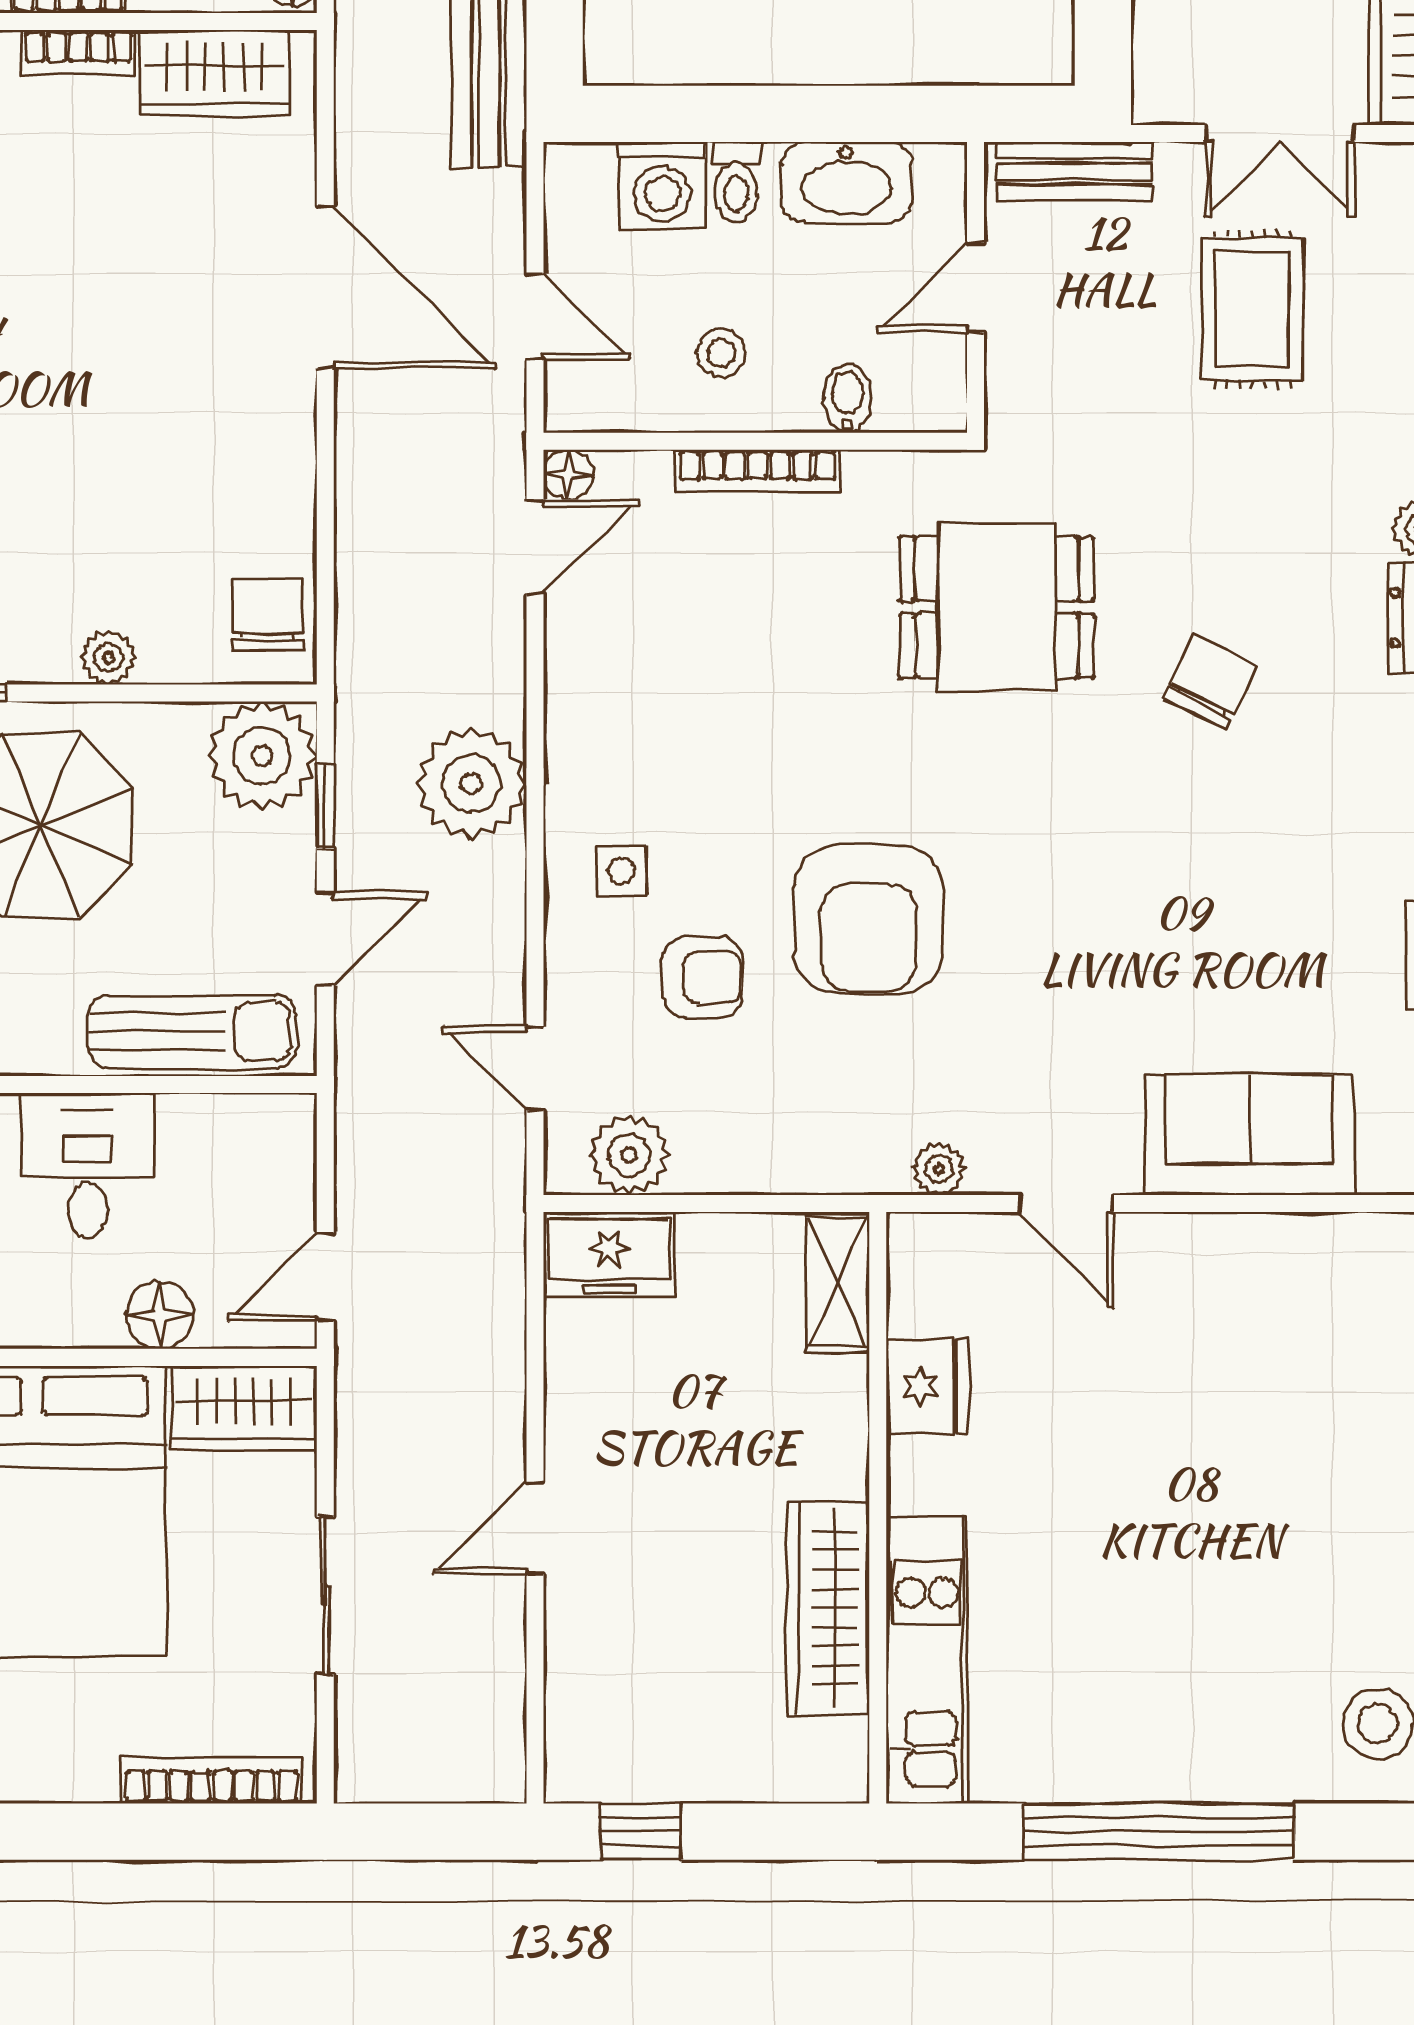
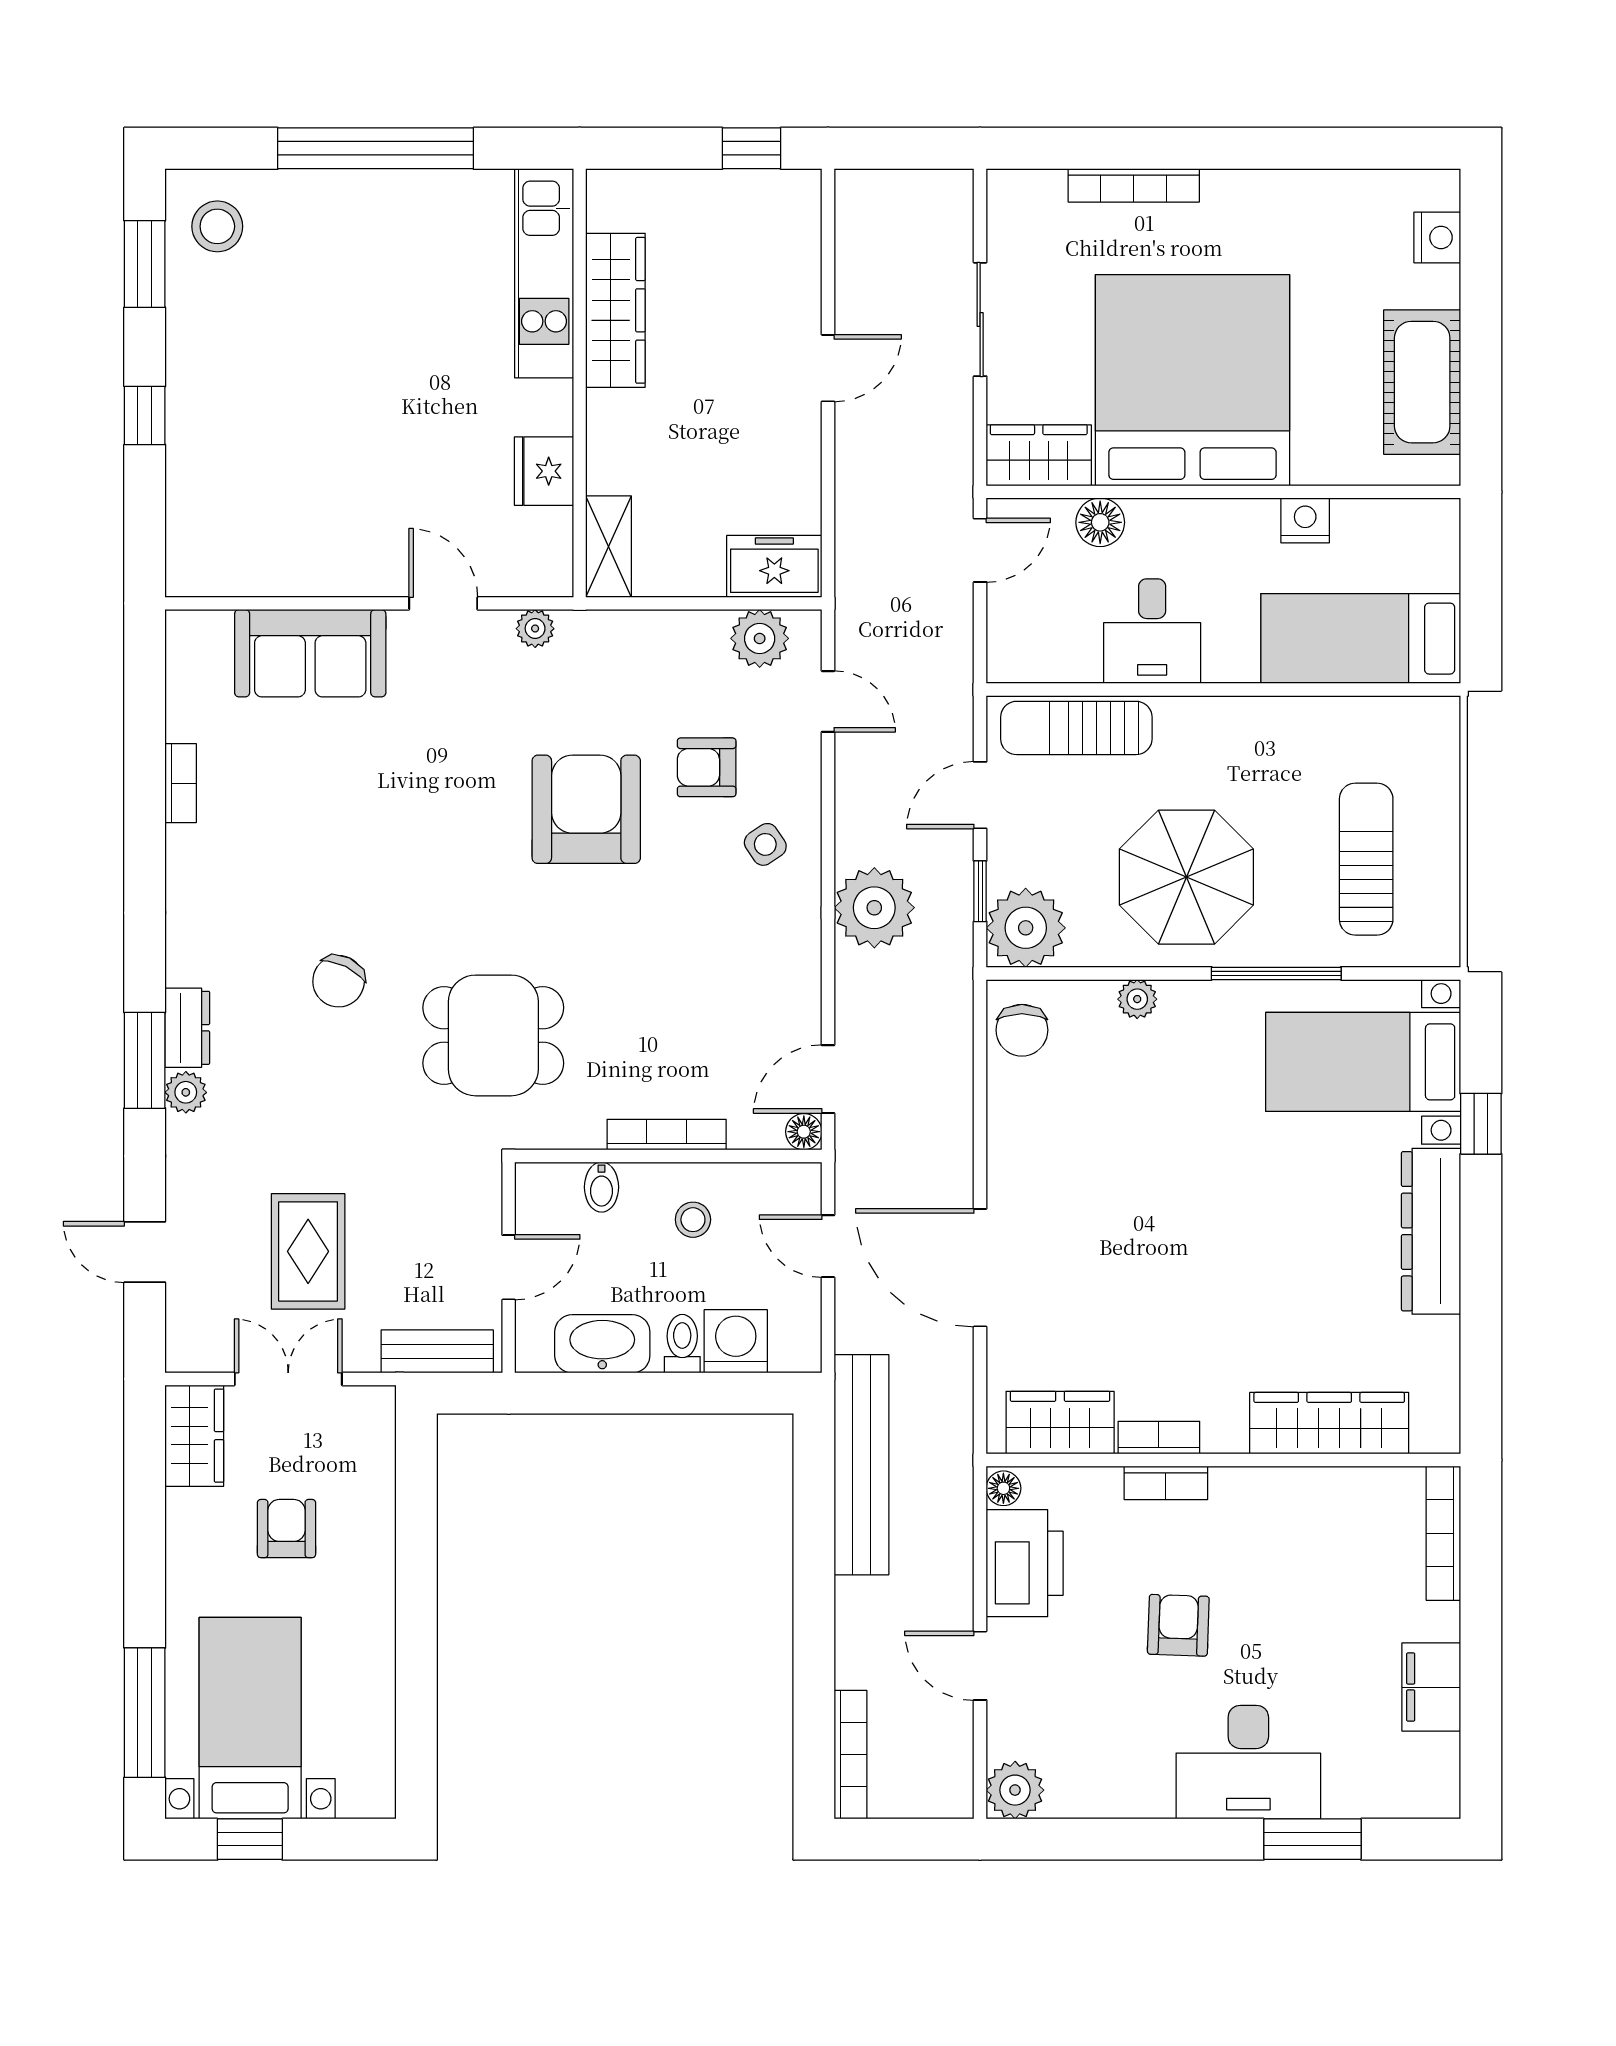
side table: (621, 871) -> (765, 844), turned -34
bookcase: (212, 1780) -> (1134, 185), moved

